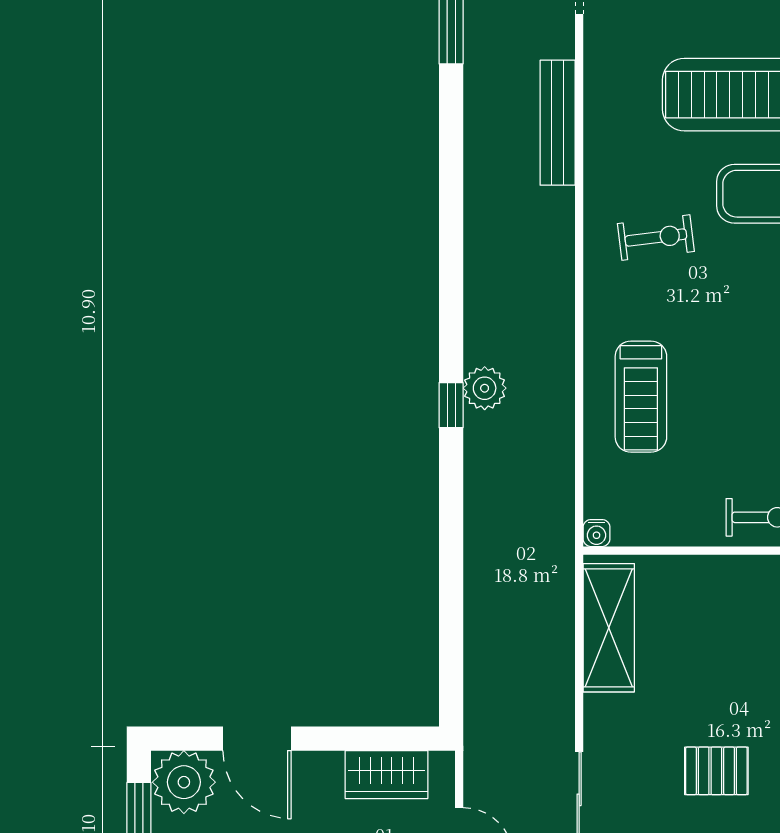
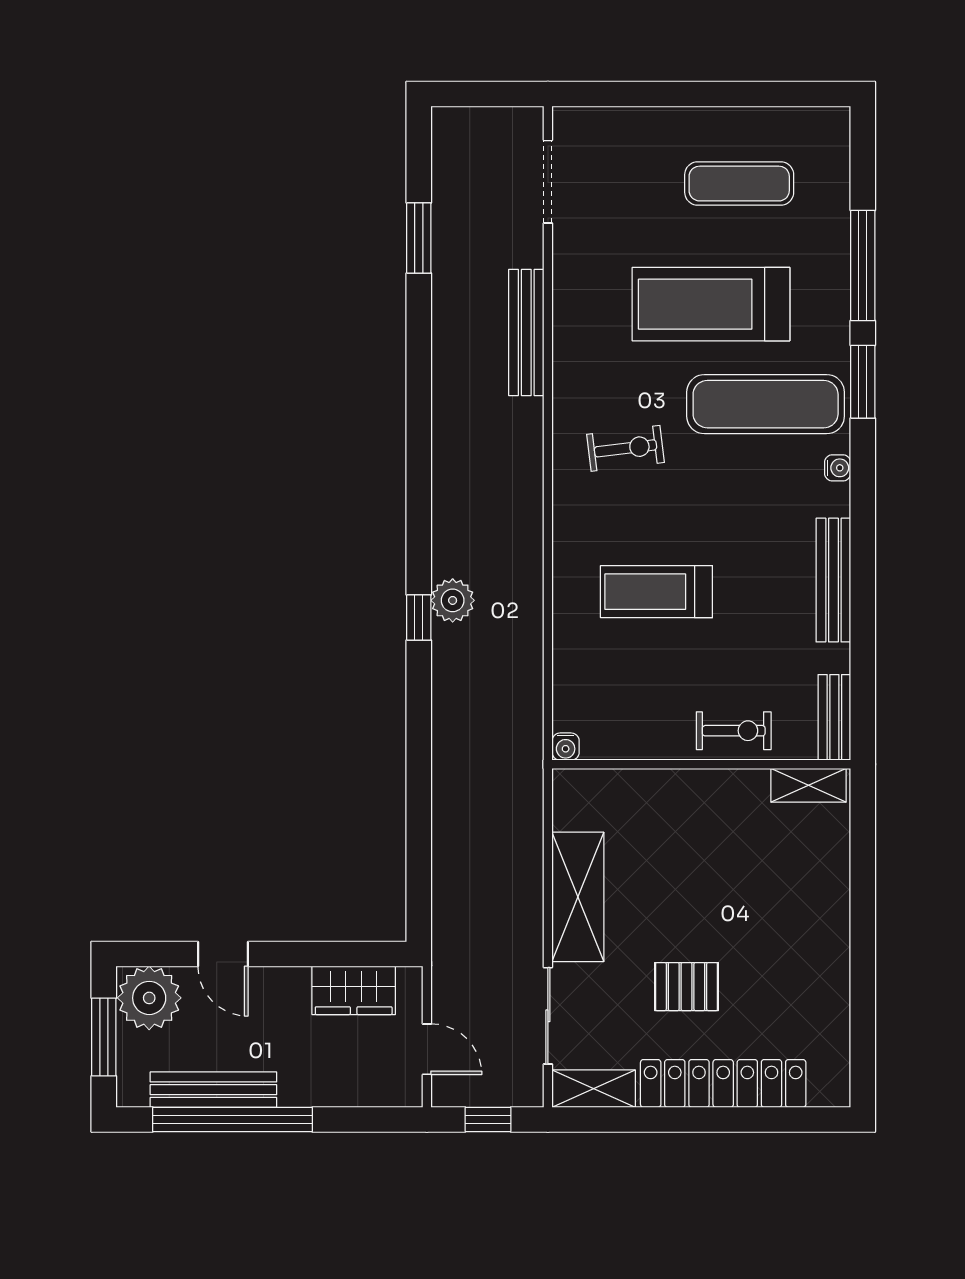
treadmill: (641, 397) -> (656, 592), moved, turned 90
shelving: (609, 628) -> (578, 897), moved
door: (257, 739) -> (223, 954), width x0.73

